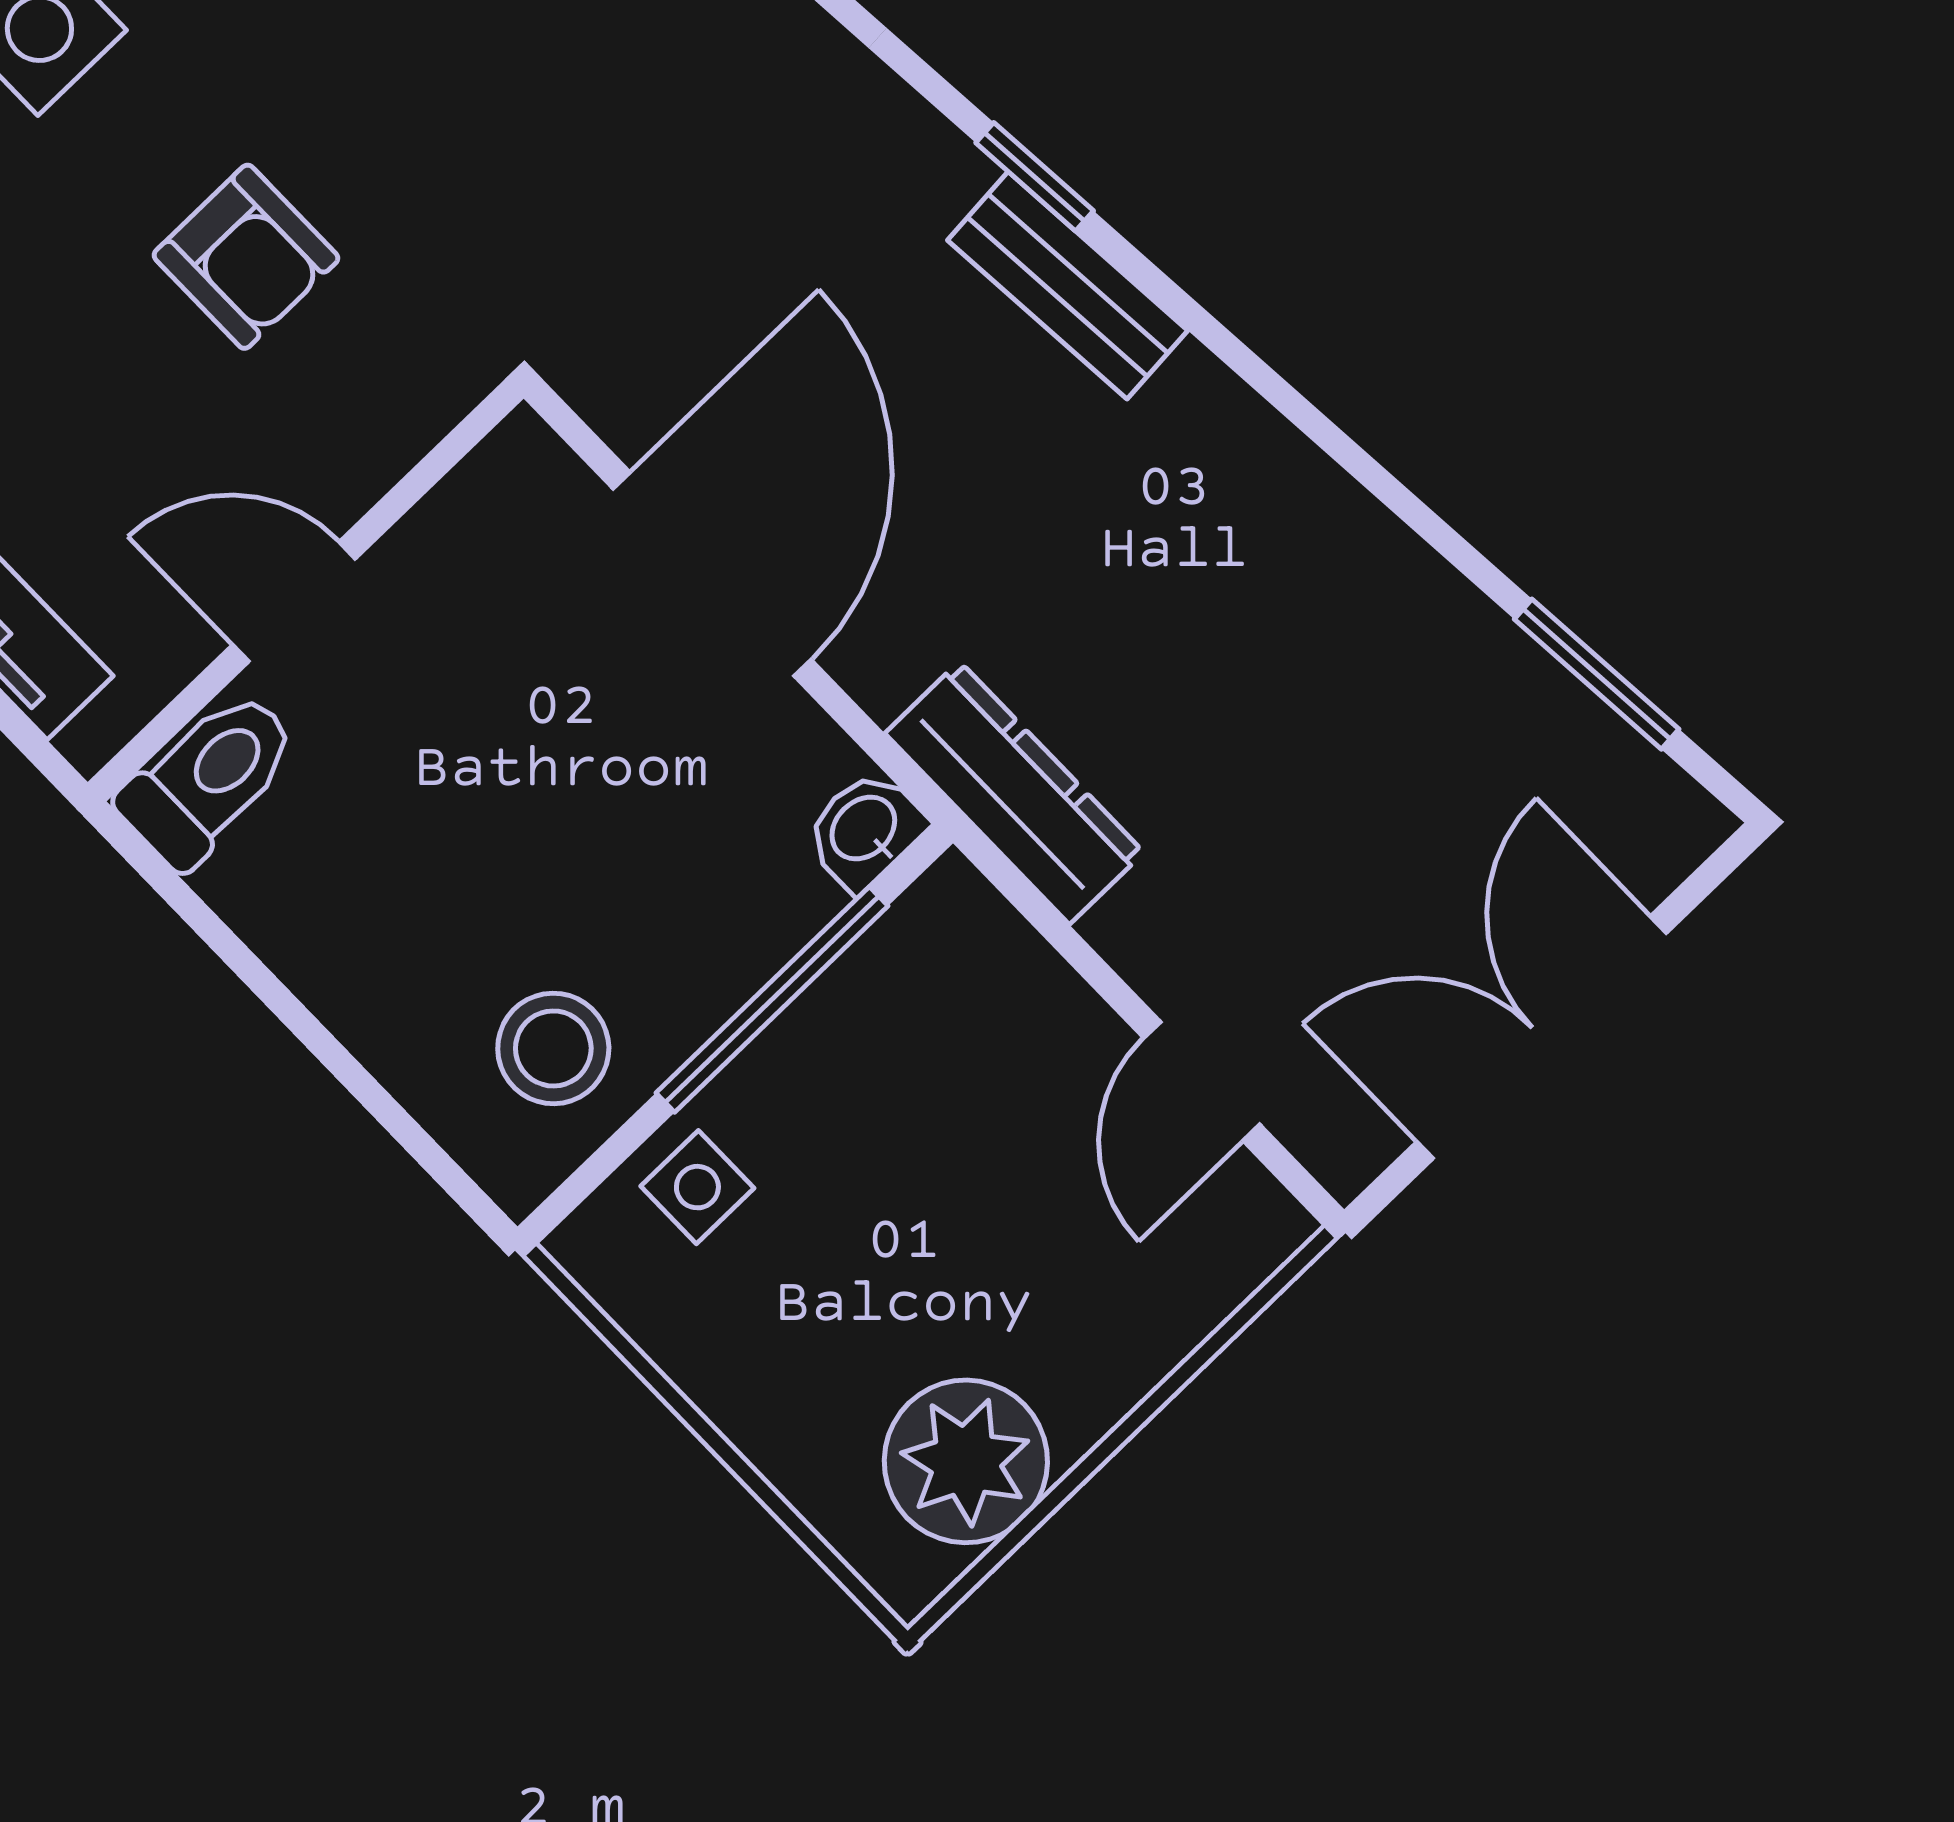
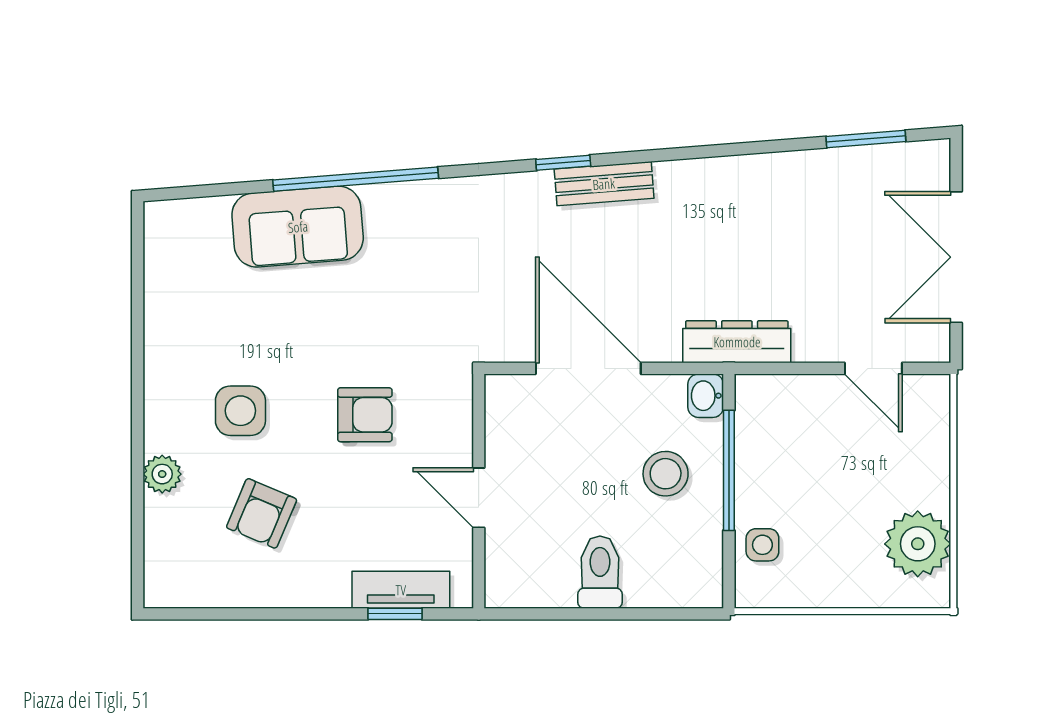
door: (294, 602) -> (479, 498), hinge flipped
toilet: (209, 778) -> (600, 572), moved
stool: (553, 1048) -> (666, 474), moved

